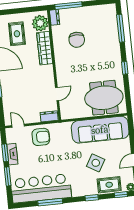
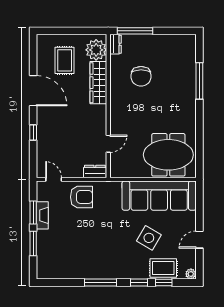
window: (121, 28) -> (199, 81), moved
window: (125, 68) -> (199, 119), removed
bar counter: (41, 188) -> (75, 264), removed
window: (121, 195) -> (164, 282), moved
window: (50, 202) -> (101, 282), moved

